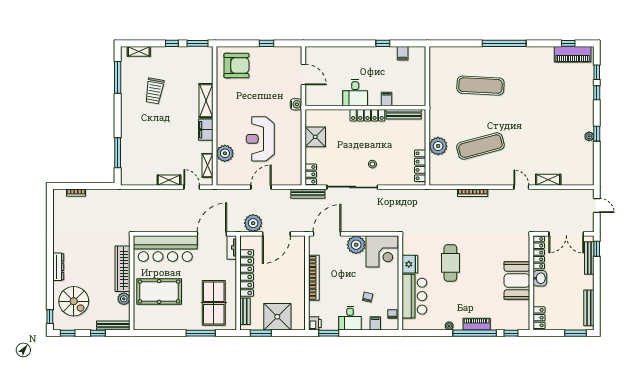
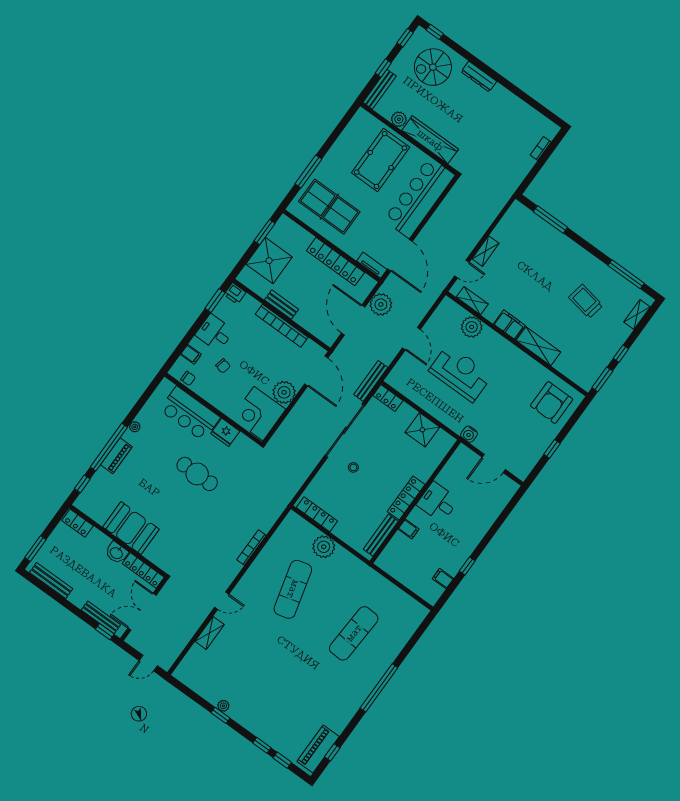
bench: (245, 311) -> (282, 305), moved

